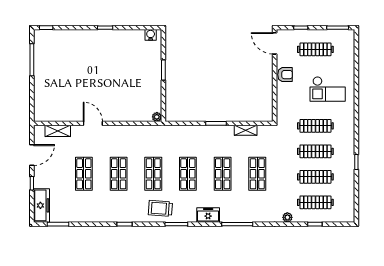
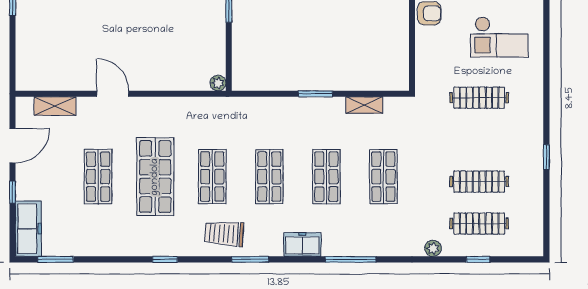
clothes rail: (315, 151) -> (479, 140), removed
shop shelf: (119, 174) -> (155, 177), width x1.43, depth x1.36

